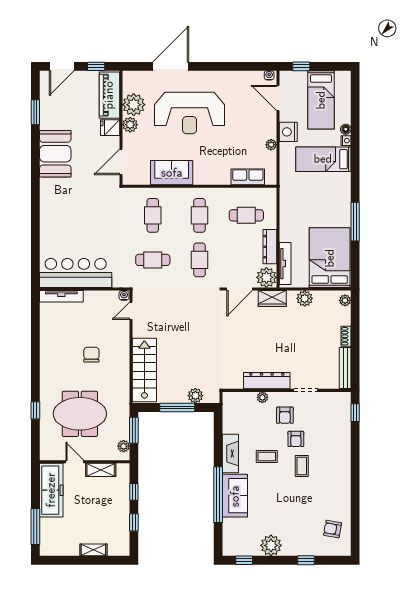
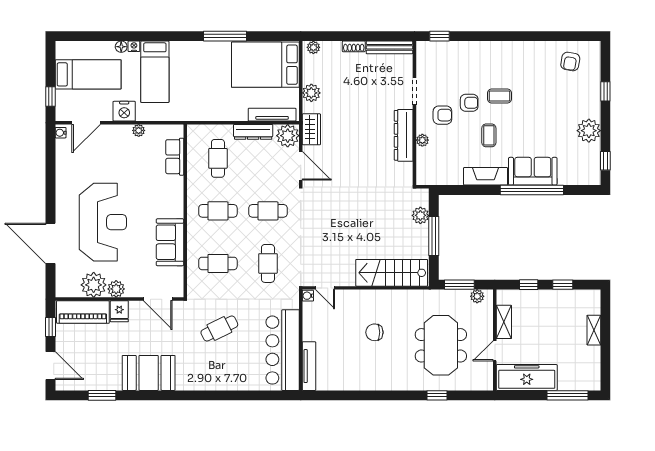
cafe table: (95, 217) -> (219, 328), added

